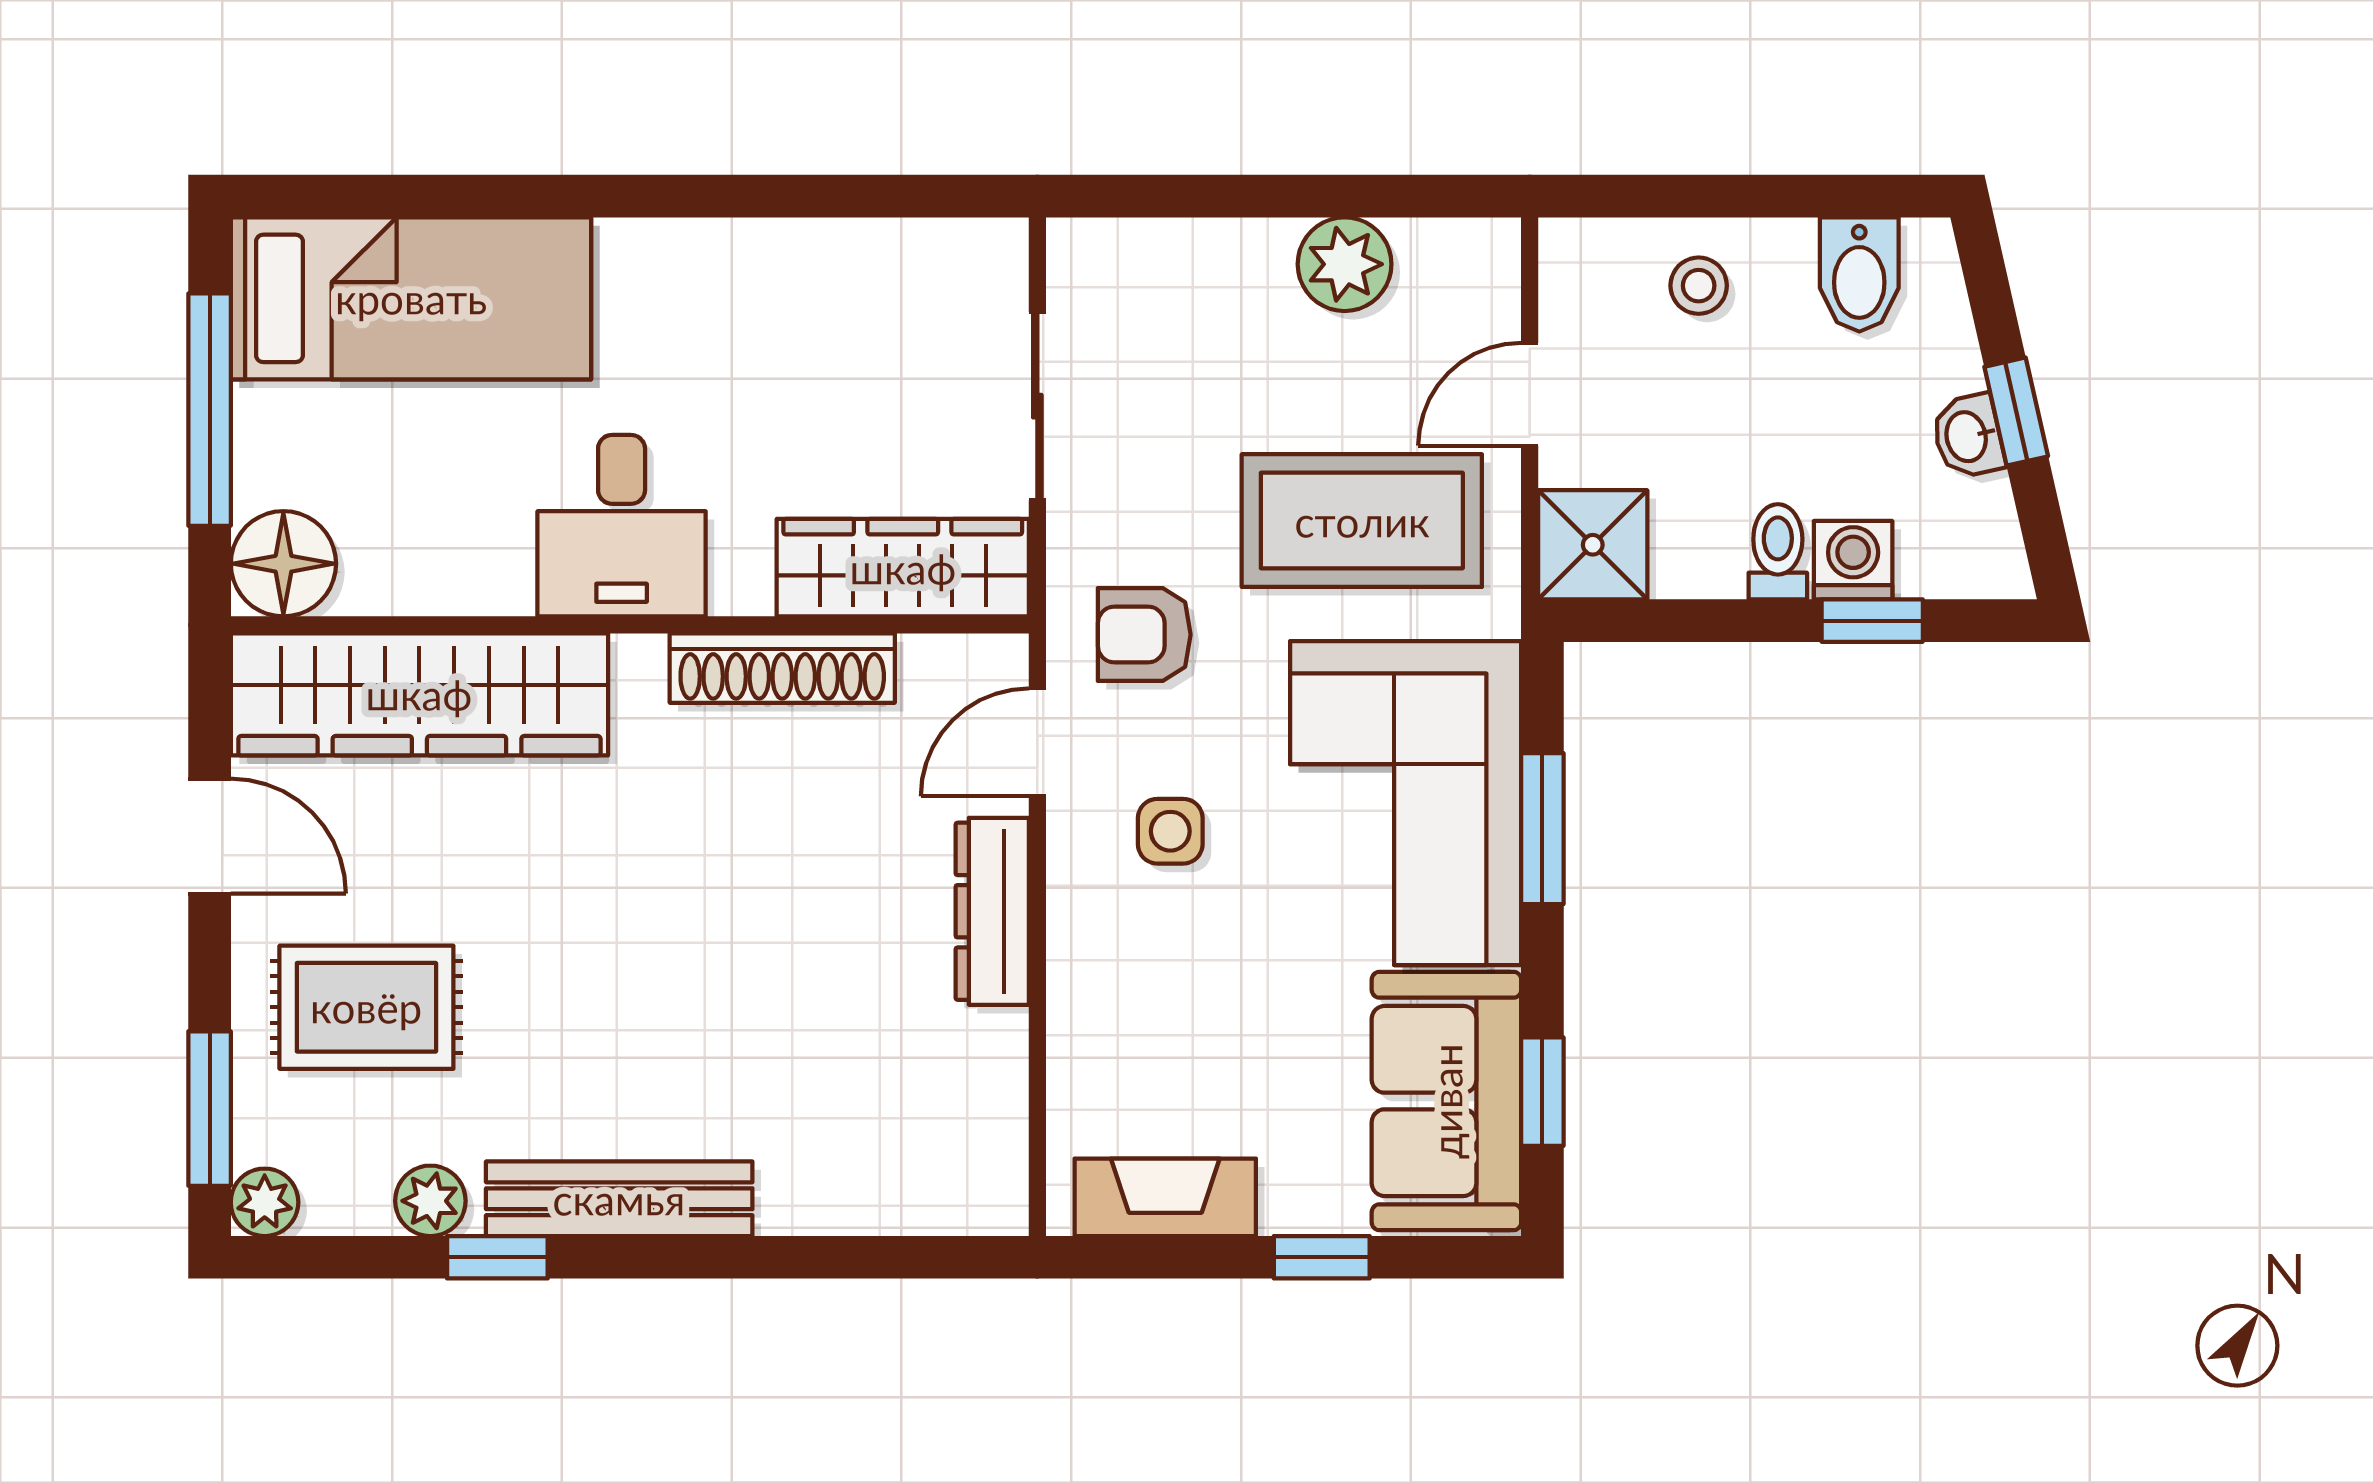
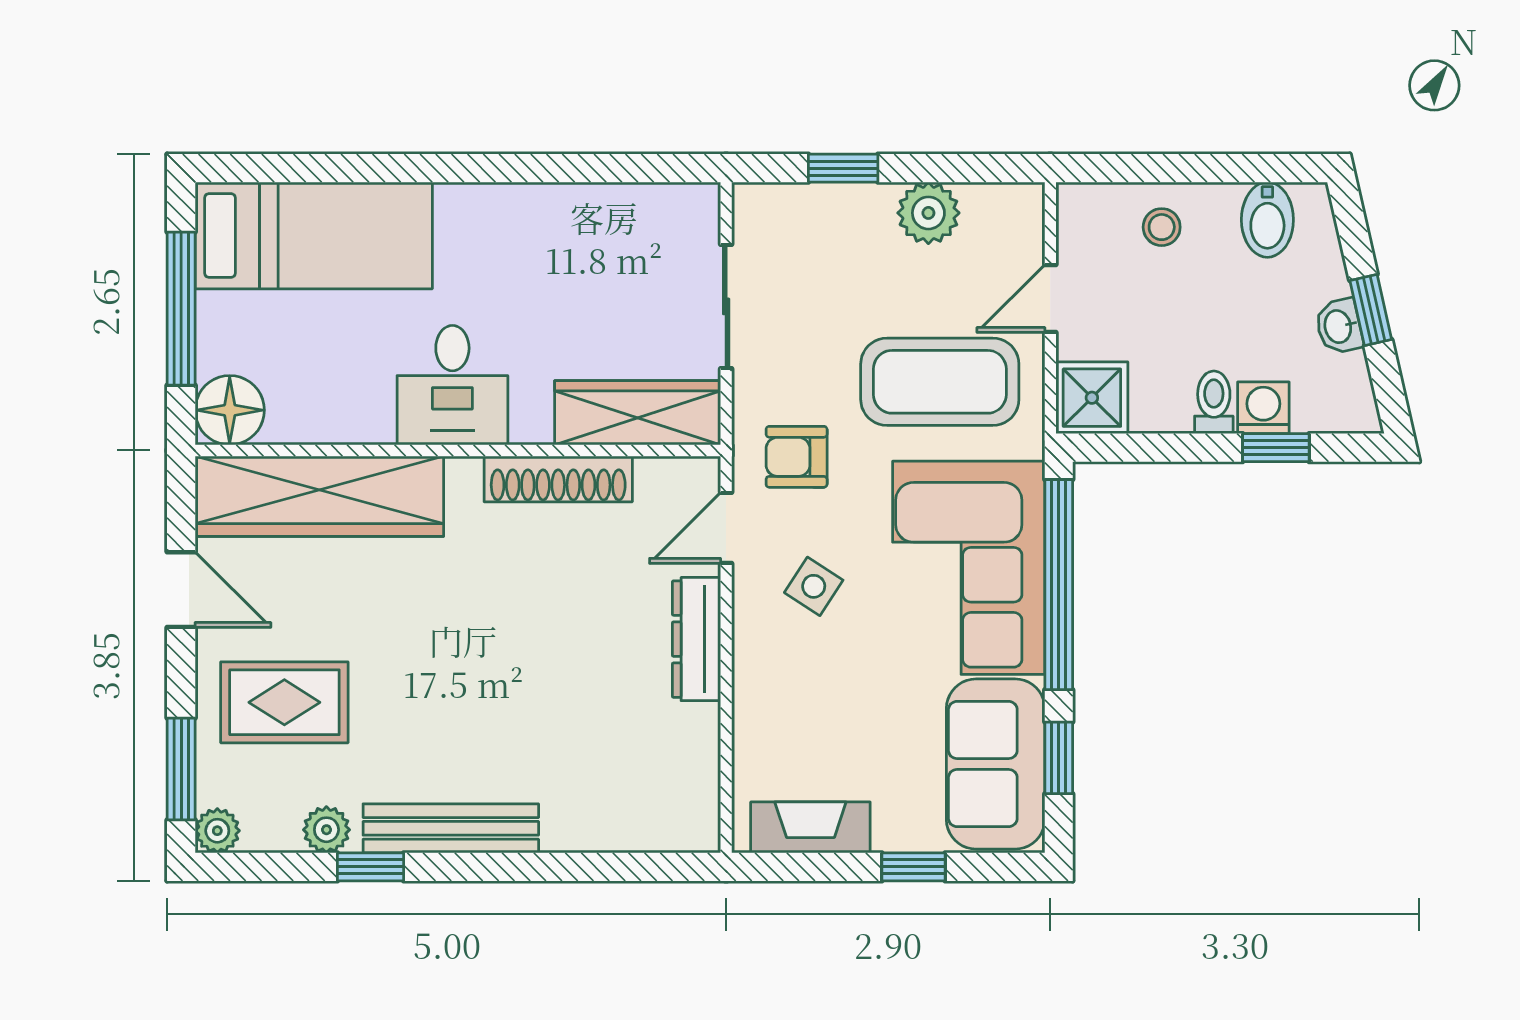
window: (1215, 196) -> (843, 168), added
window: (1542, 829) -> (1059, 585), width x2.11
side table: (1170, 831) -> (814, 586), turned 33

